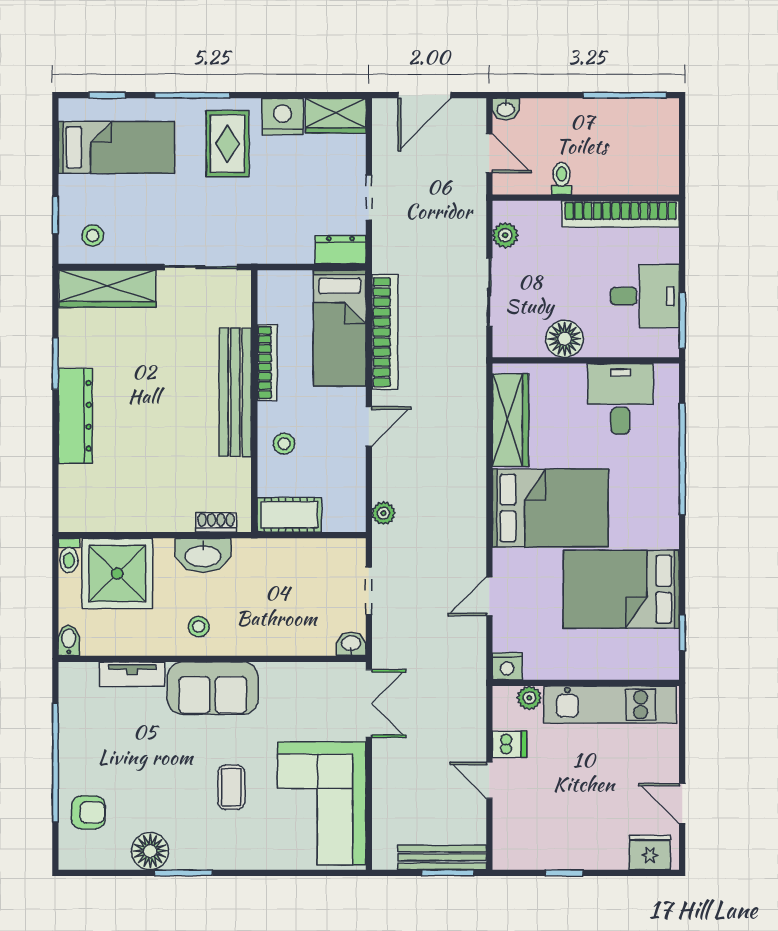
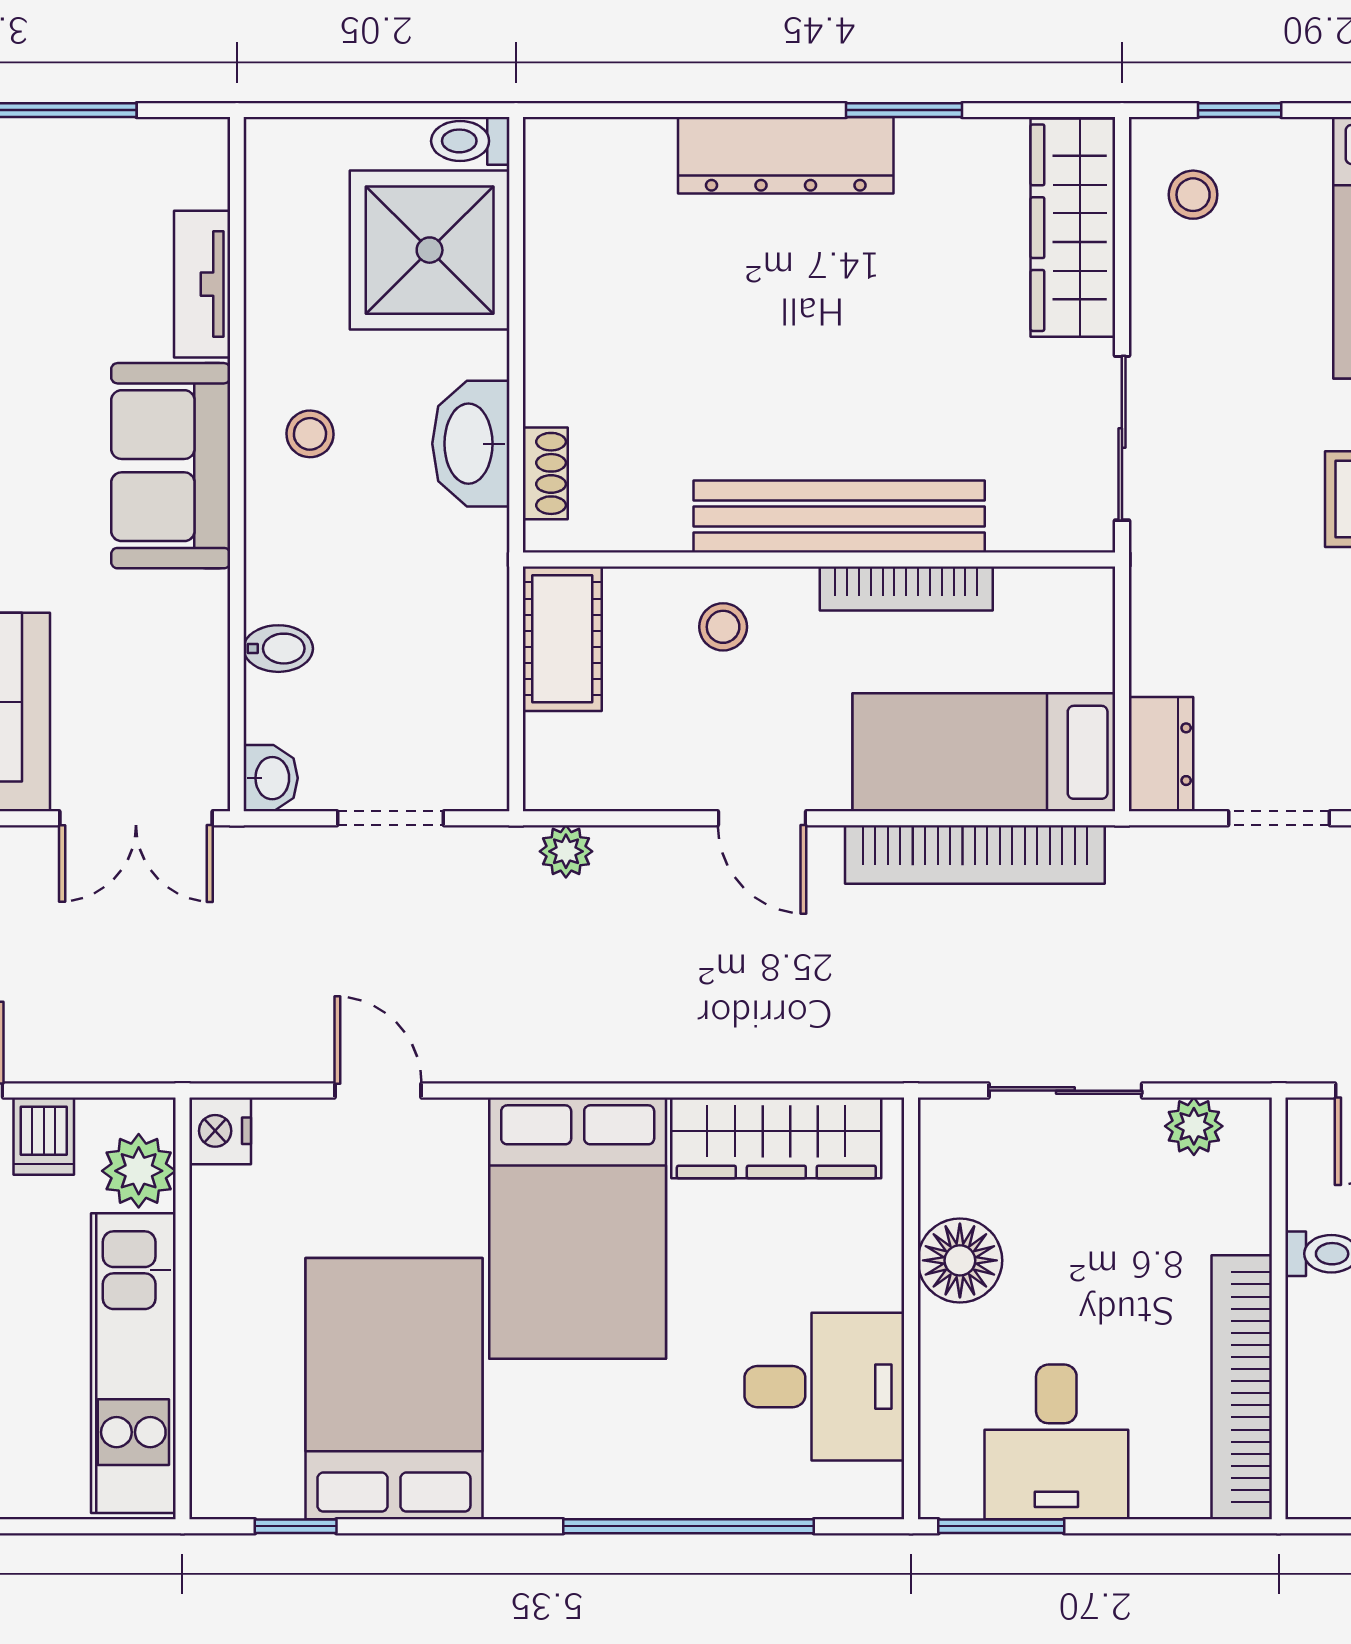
bidet: (69, 641) -> (278, 649), moved
plant: (529, 698) -> (139, 1171), width x1.38, depth x1.38

